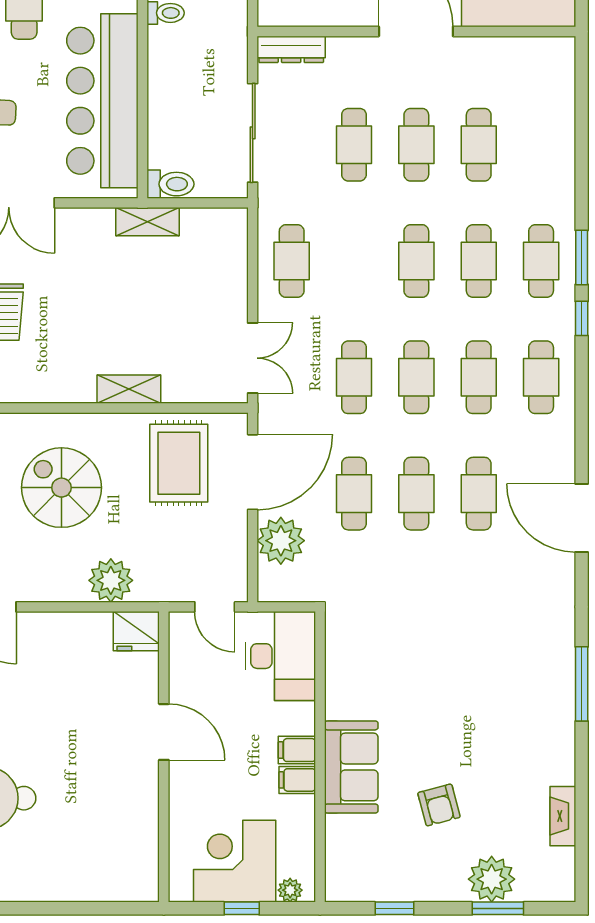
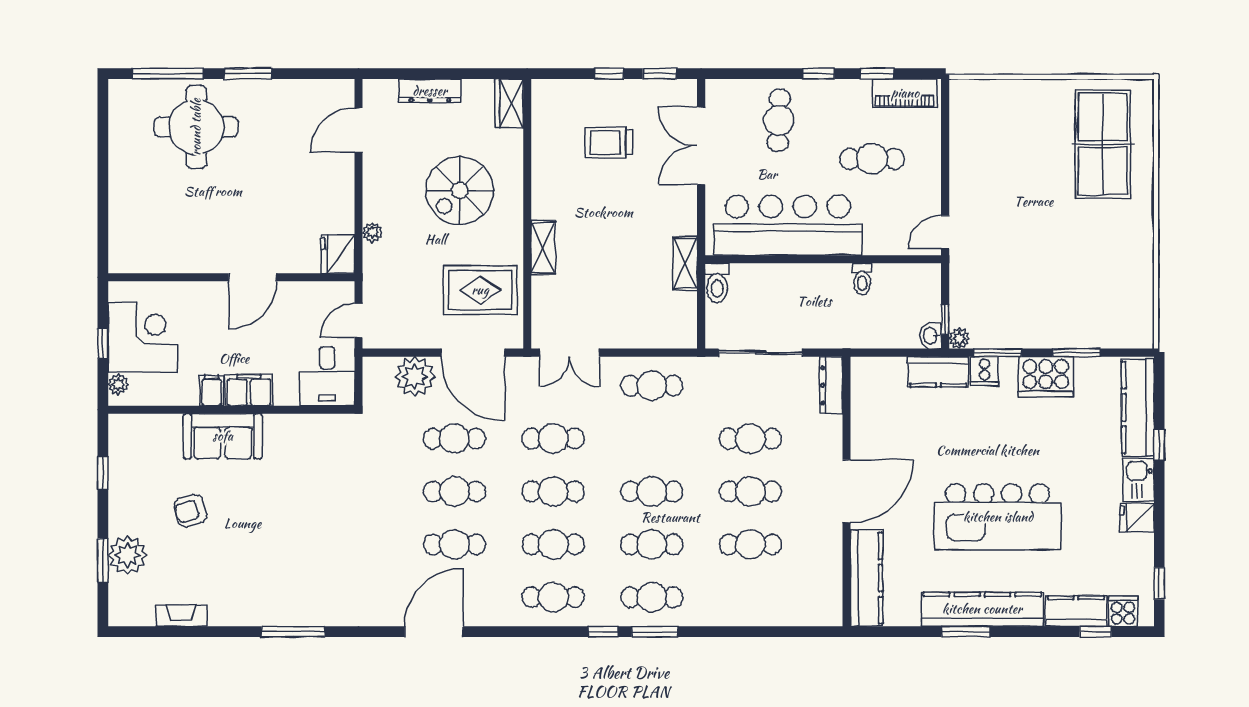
spiral stairs: (61, 488) -> (460, 191), turned 180
plant: (111, 580) -> (372, 232), width x0.53, depth x0.53
desk: (280, 656) -> (327, 376), width x0.73
filing cabinet: (297, 750) -> (249, 390), width x2.00

